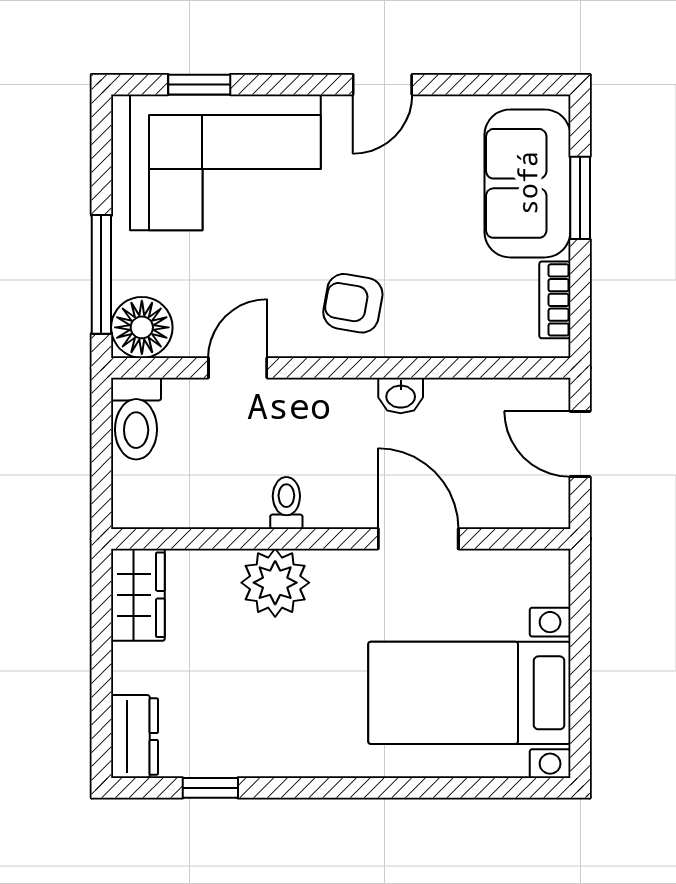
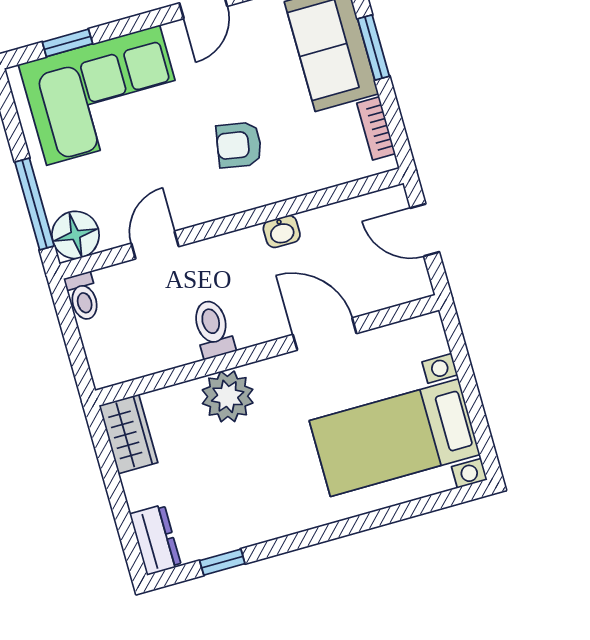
armchair: (353, 303) -> (239, 145), moved
toilet: (136, 419) -> (83, 297), width x0.73, depth x0.72
toilet: (286, 503) -> (213, 329), width x1.37, depth x1.39

